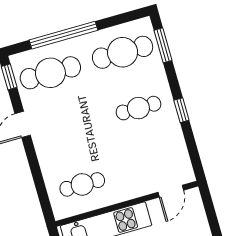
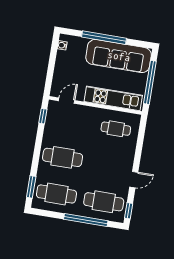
cafe table: (138, 108) -> (63, 157), width x1.37, depth x1.35
window: (181, 110) -> (43, 116), moved

